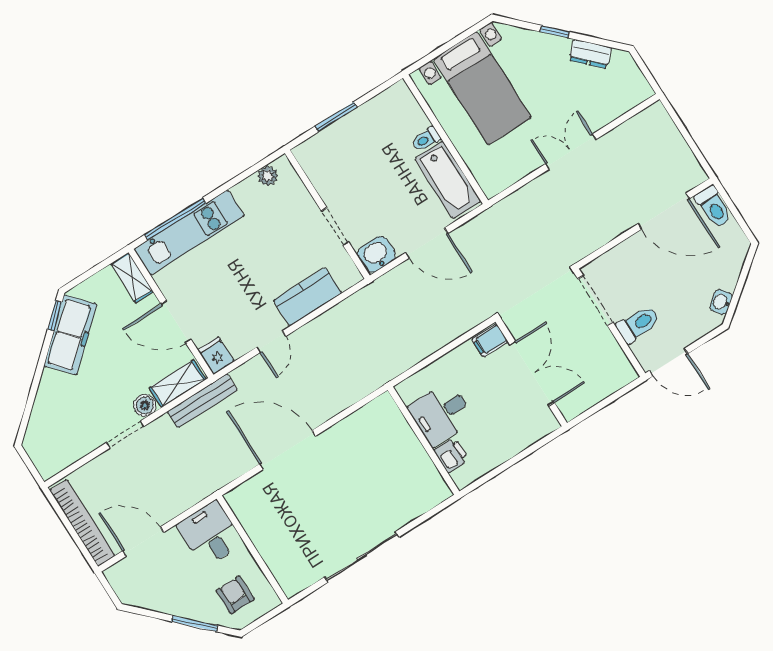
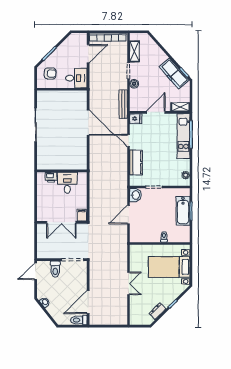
bathtub: (448, 180) -> (183, 211), moved, turned -90
shelving: (178, 384) -> (134, 51), moved
door: (287, 450) -> (88, 123), hinge flipped

